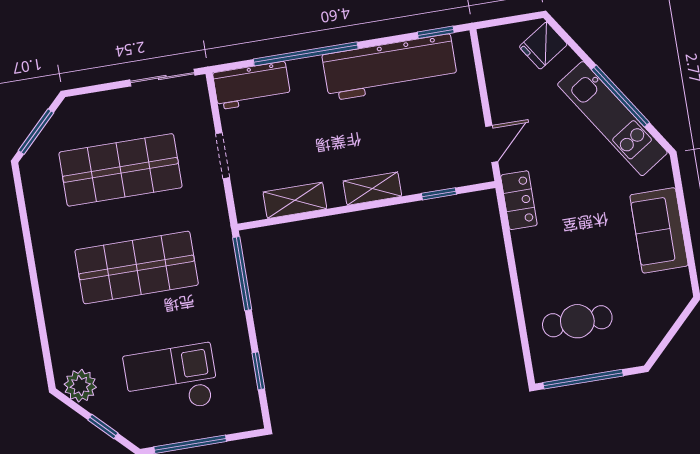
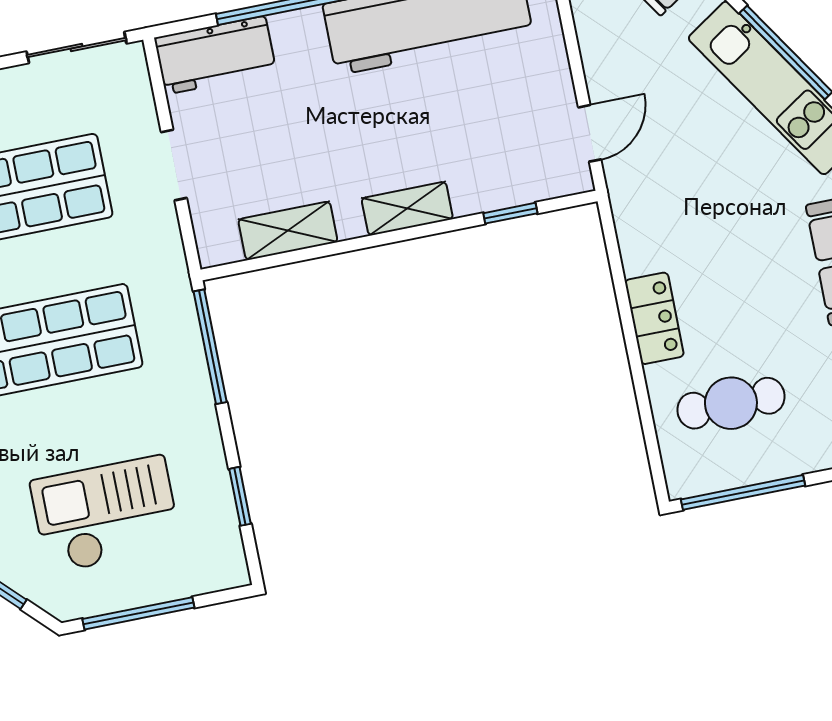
locker: (519, 200) -> (654, 318), moved

